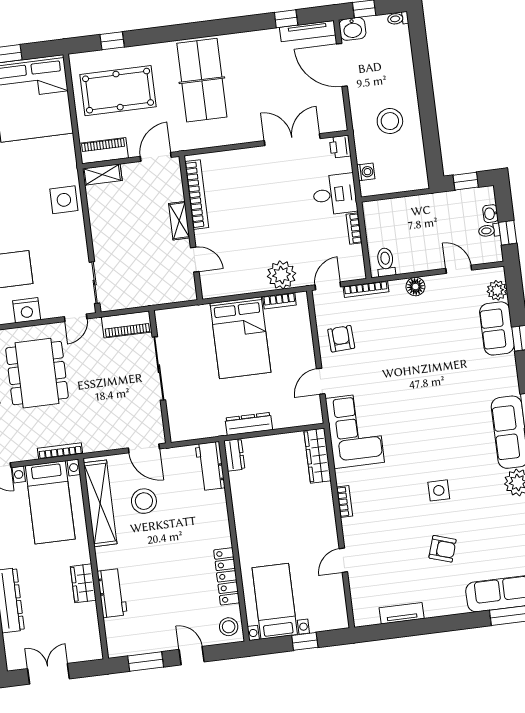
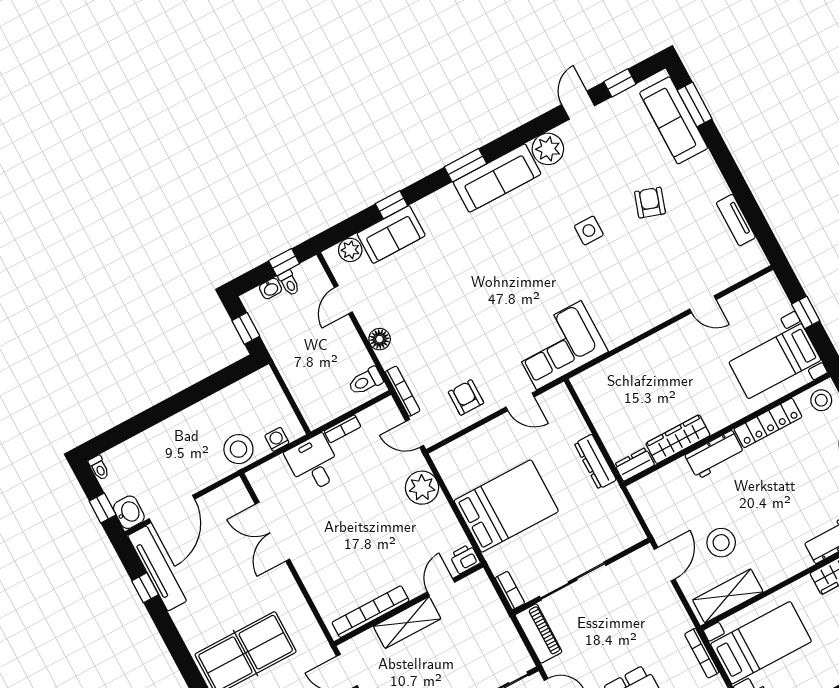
tv unit: (308, 31) -> (157, 568), width x1.36, depth x1.29
stool: (390, 121) -> (238, 449), moved
printer: (340, 147) -> (465, 559), moved, turned 180
shelving: (179, 221) -> (407, 623), width x1.50, depth x1.33
bookcase: (279, 301) -> (510, 591), moved
armchair: (341, 339) -> (466, 397), turned 93
wardrobe: (317, 456) -> (678, 439), moved, turned 180
workbench: (210, 466) -> (715, 455), moved
bookcase: (344, 502) -> (639, 327), removed
shelving: (100, 503) -> (728, 596), width x0.68

